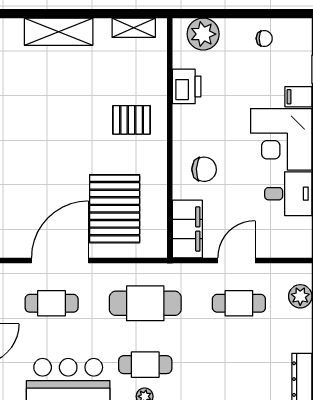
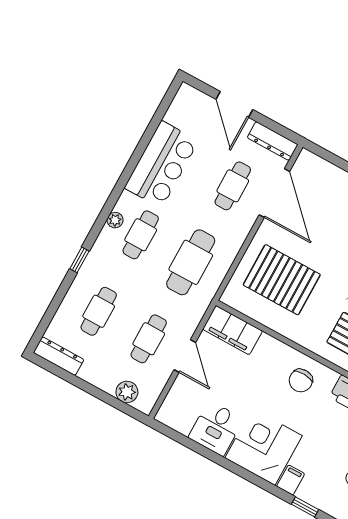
chair: (204, 169) -> (301, 381), moved
door: (60, 260) -> (274, 193), moved
cafe table: (239, 365) -> (99, 311), added

